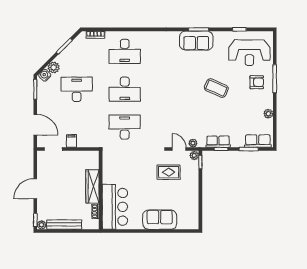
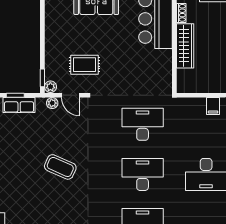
coffee table: (216, 88) -> (60, 167), moved
desk: (125, 127) -> (143, 124), turned 180

